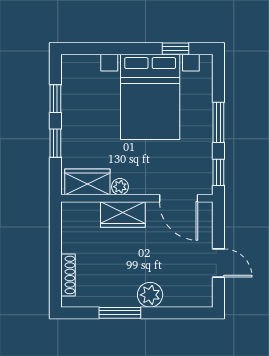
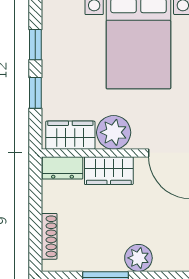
plant: (120, 187) -> (114, 132), width x1.87, depth x1.87
dresser: (80, 212) -> (63, 168), added

